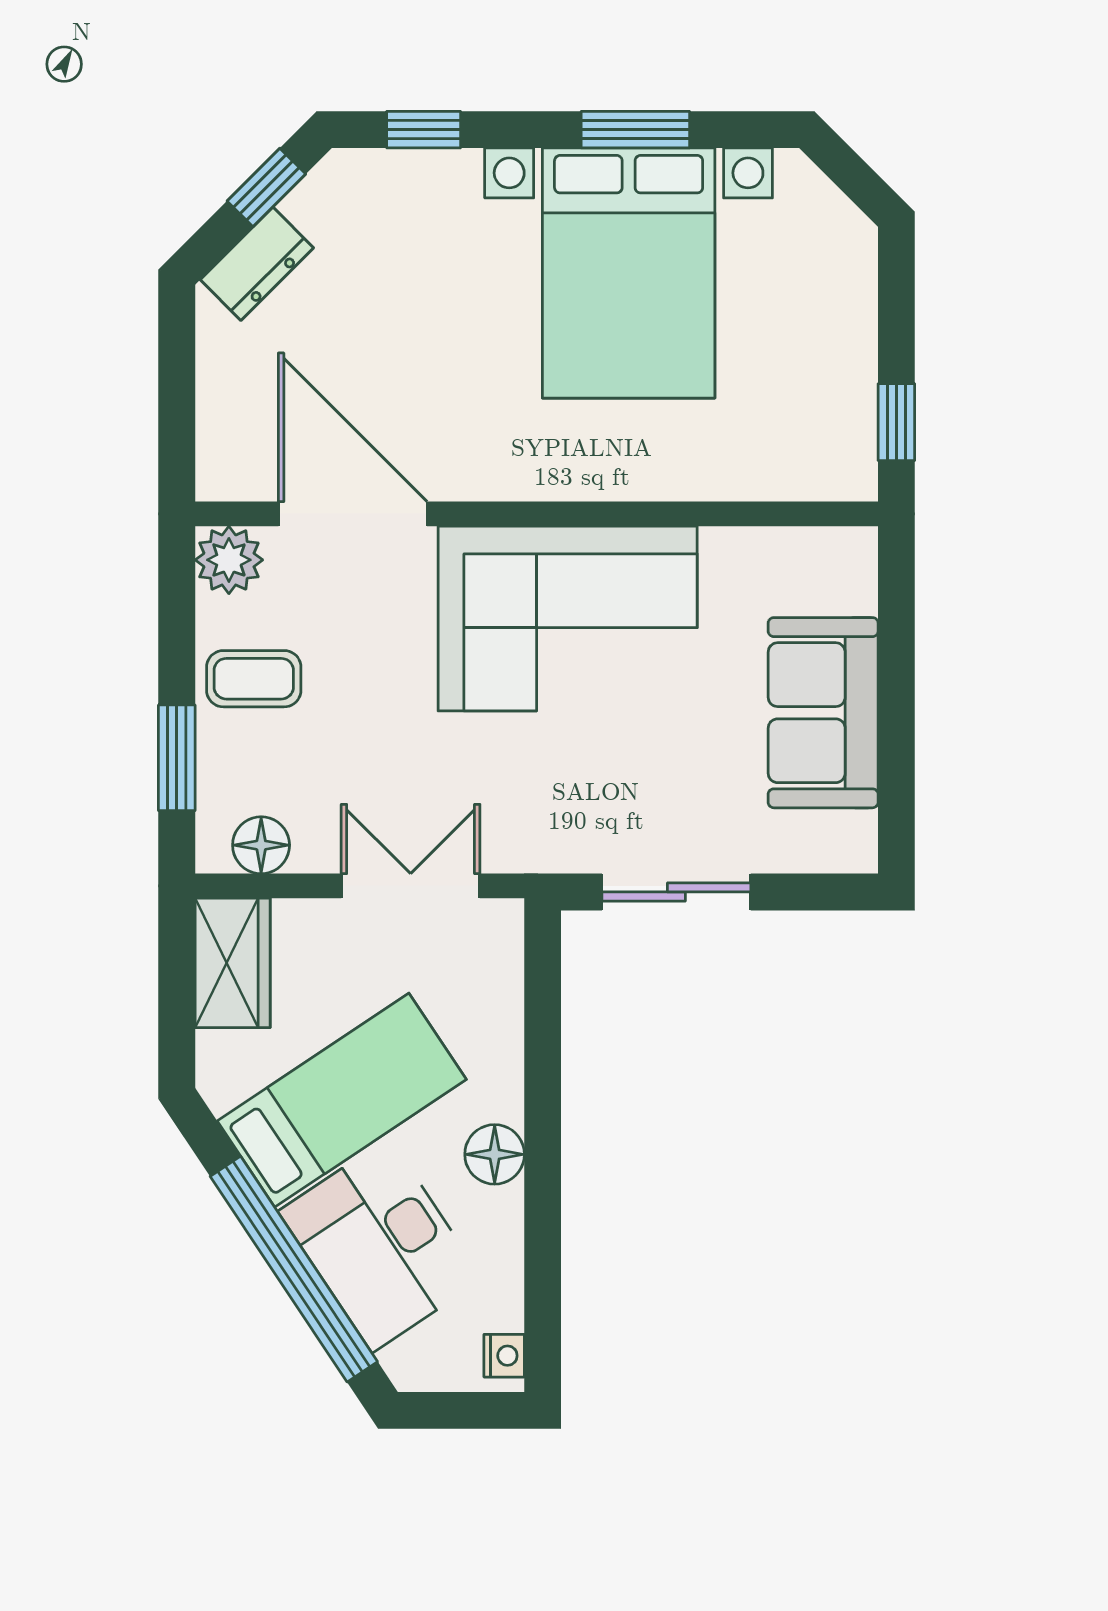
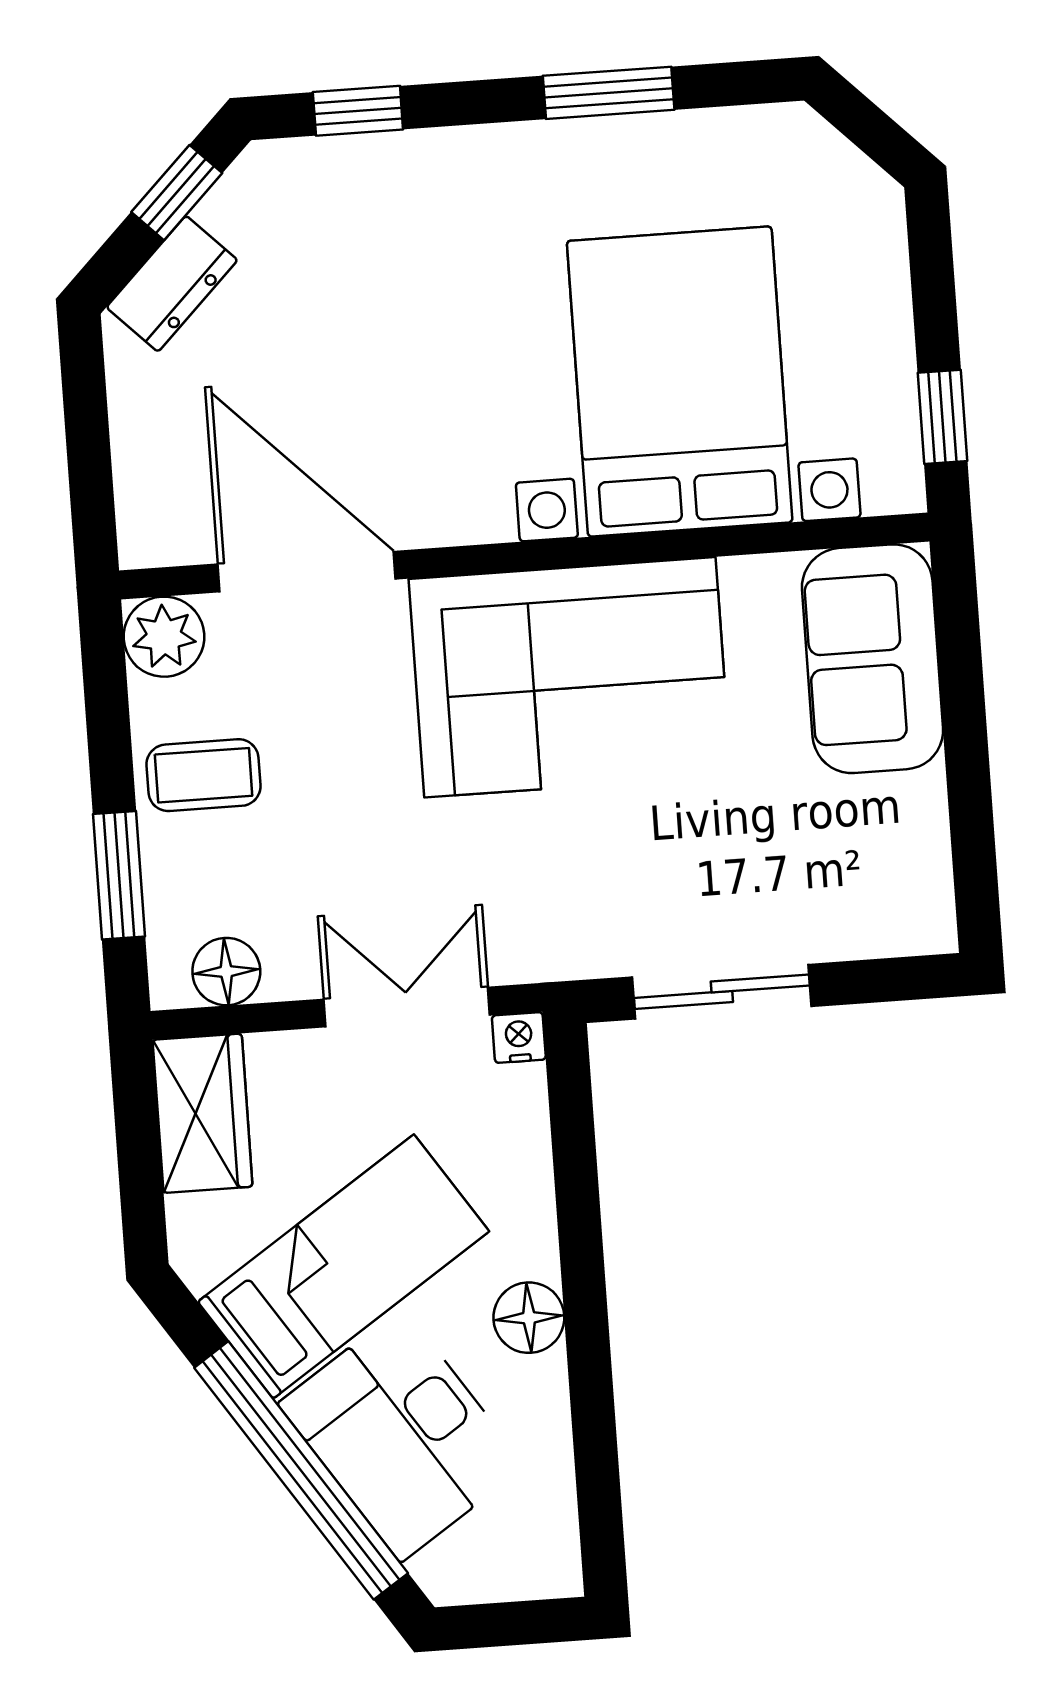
bed with nightstands: (629, 273) -> (680, 382), moved, turned 180
sofa: (823, 713) -> (873, 659), moved
nightstand: (504, 1356) -> (519, 1038), moved, turned -90

